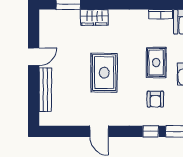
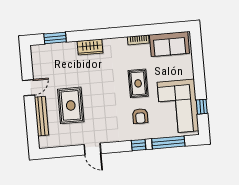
wardrobe: (94, 17) -> (90, 47), moved
rug: (104, 73) -> (71, 105), moved

